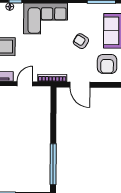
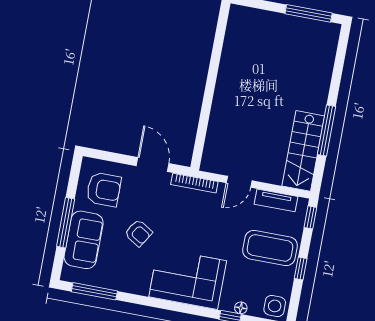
armchair: (107, 64) -> (104, 189), turned 90
window: (53, 164) -> (218, 47), removed

